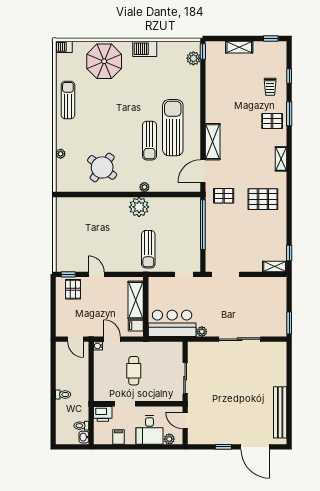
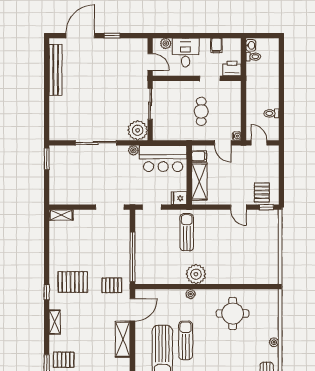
plant: (61, 154) -> (274, 342), moved
round table: (102, 167) -> (233, 314), turned -37
window: (289, 253) -> (47, 292), moved
fridge: (156, 283) -> (179, 198), added
plant: (198, 352) -> (138, 130), added
toilet: (63, 394) -> (271, 113), moved
door: (255, 447) -> (80, 36), hinge flipped

